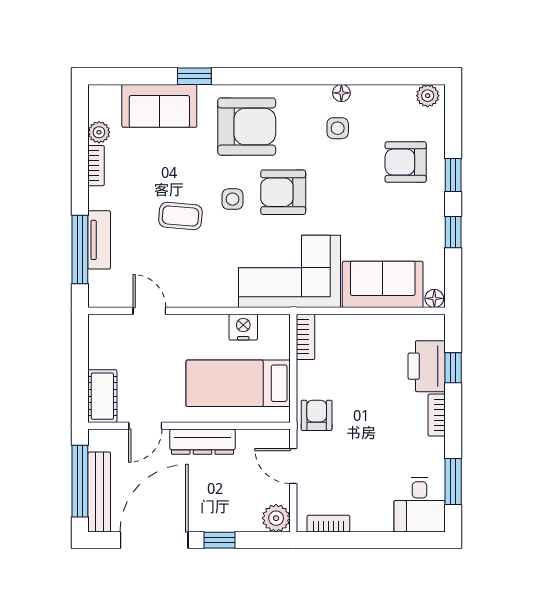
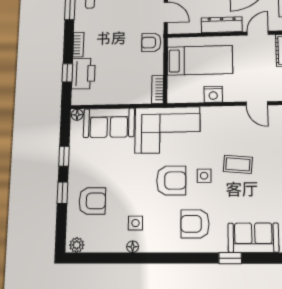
armchair: (247, 127) -> (195, 224), width x0.73, depth x0.73
nightstand: (243, 327) -> (213, 94), moved
armchair: (317, 415) -> (151, 42), turned 90

